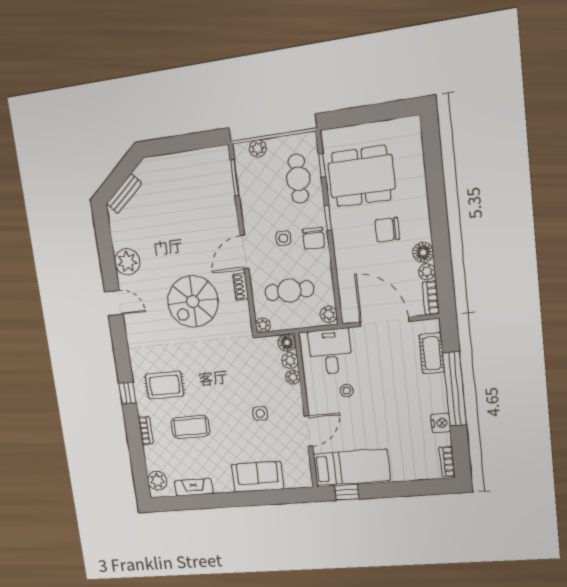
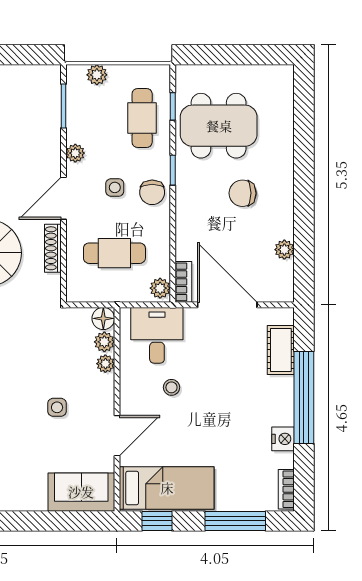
floor lamp: (423, 252) -> (282, 226), removed
shoe rack: (241, 287) -> (53, 248), width x1.43
bookcase: (431, 298) -> (183, 282), moved, turned 180
plant: (263, 325) -> (75, 153), moved
sofa: (258, 477) -> (81, 492), moved
window: (408, 488) -> (235, 521), added

